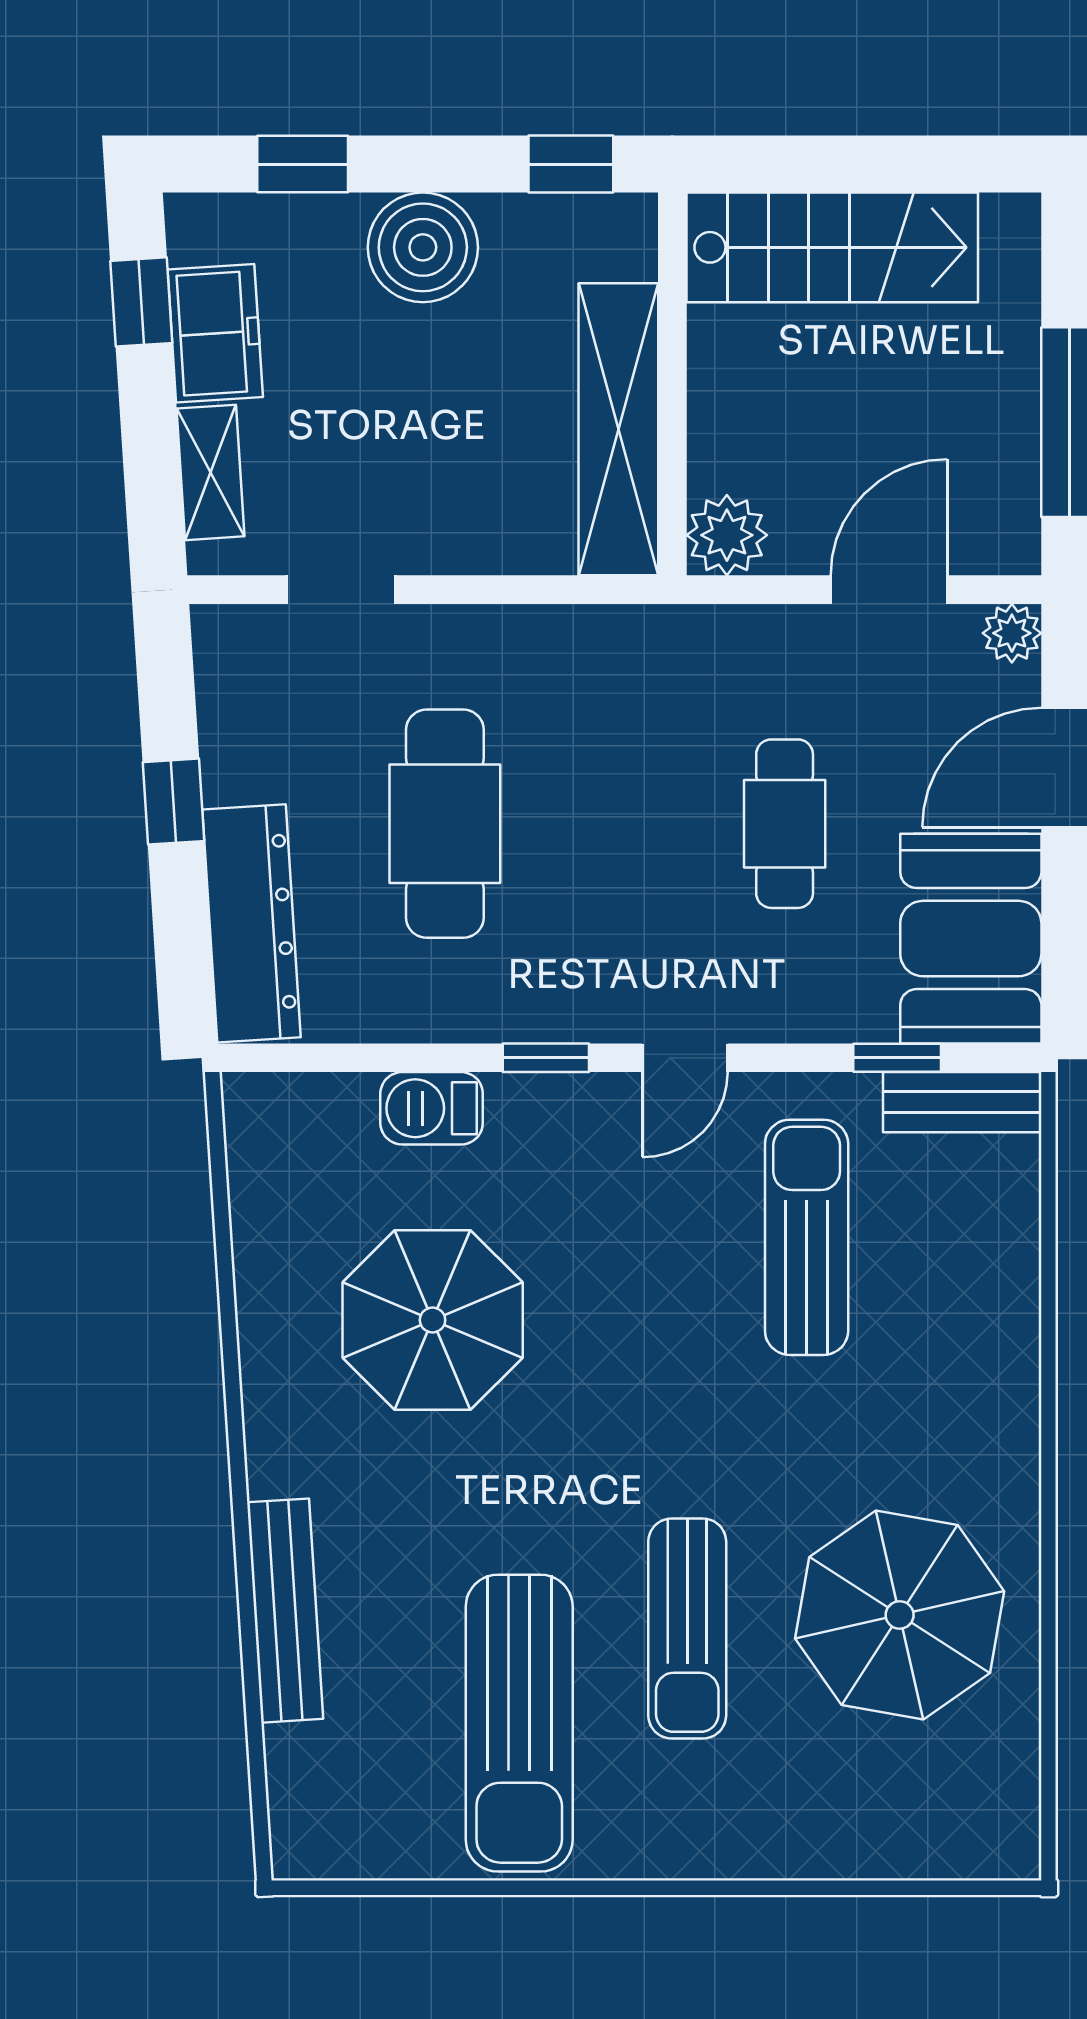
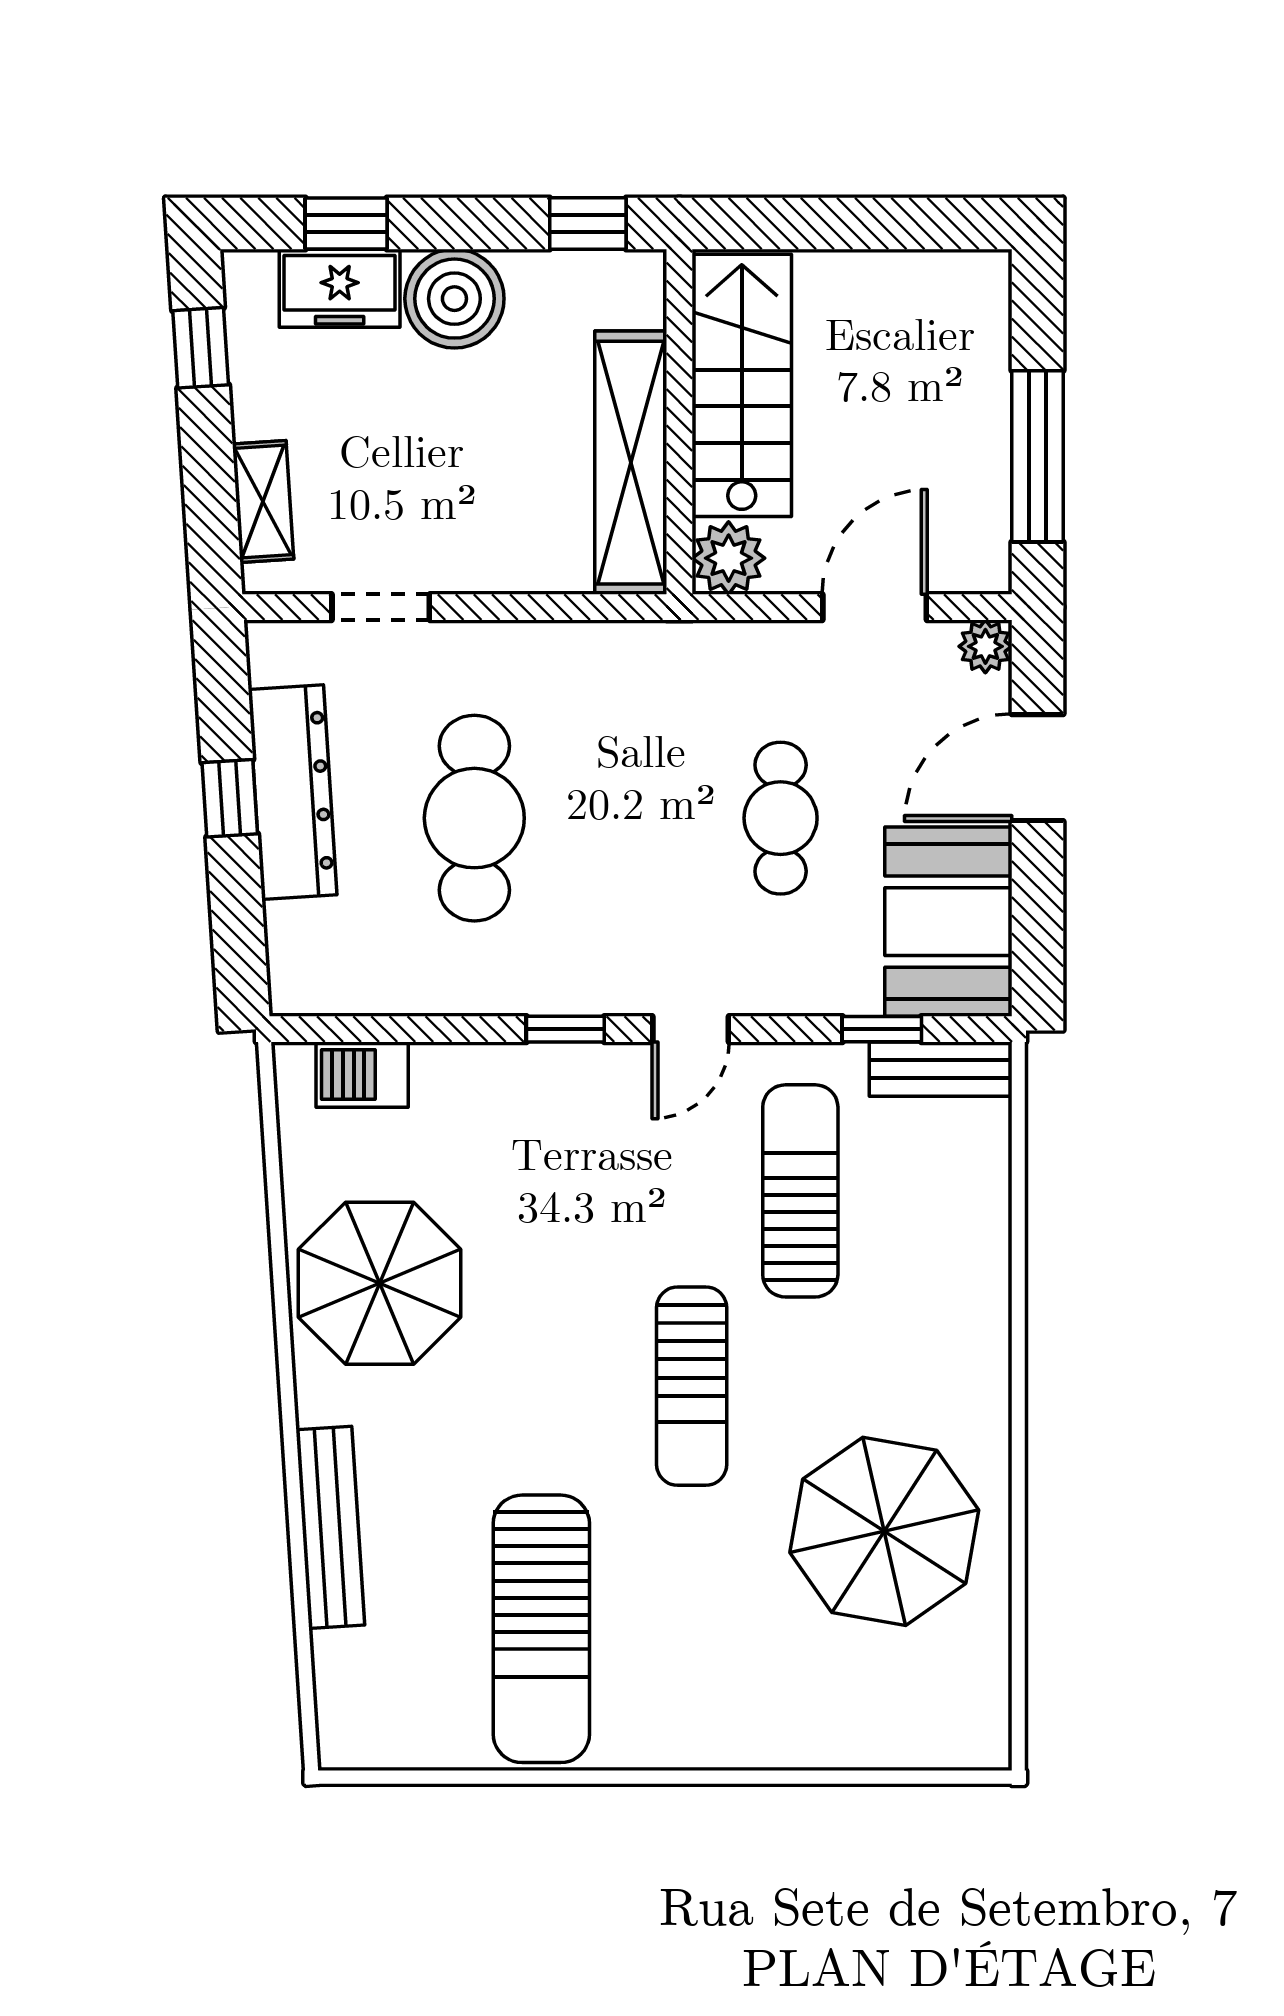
stairs: (832, 247) -> (742, 385), moved, turned -90
freezer: (215, 333) -> (340, 288), moved, turned 94
dresser: (252, 923) -> (293, 792), moved
barbecue: (432, 1108) -> (362, 1075), moved
parasol: (433, 1320) -> (380, 1283), moved
sun lounger: (687, 1628) -> (692, 1386), moved

